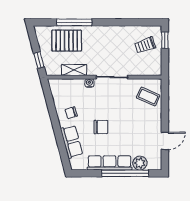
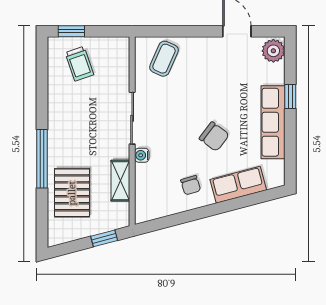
window: (74, 22) -> (42, 159), moved
chair: (101, 127) -> (214, 137), turned 127
plant: (140, 163) -> (273, 51), moved
window: (125, 173) -> (290, 97), width x0.32

